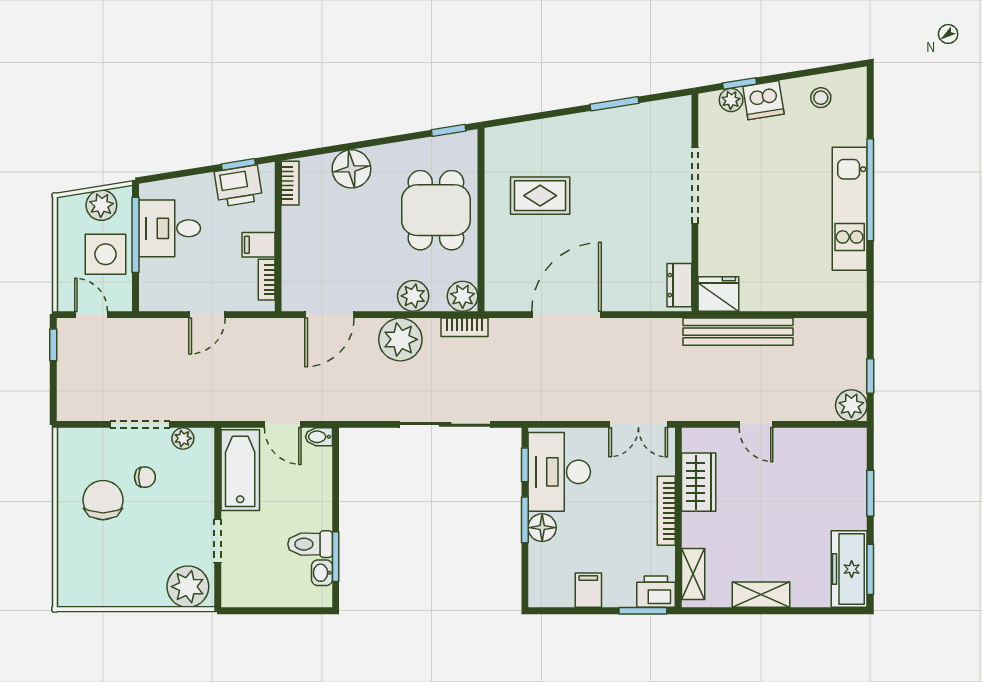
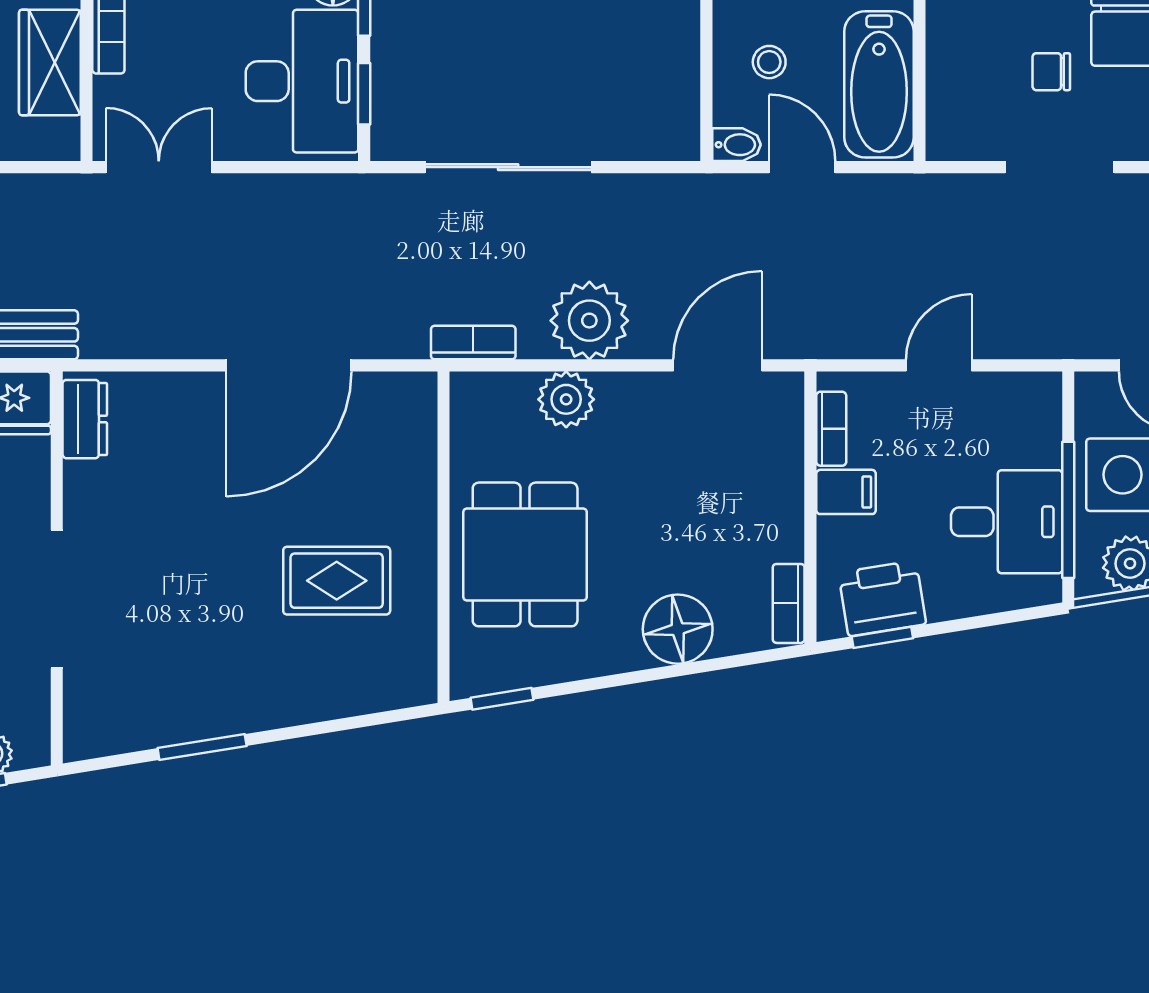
plant: (463, 296) -> (477, 399), removed
plant: (183, 438) -> (983, 142), removed
stool: (301, 482) -> (769, 62), added

